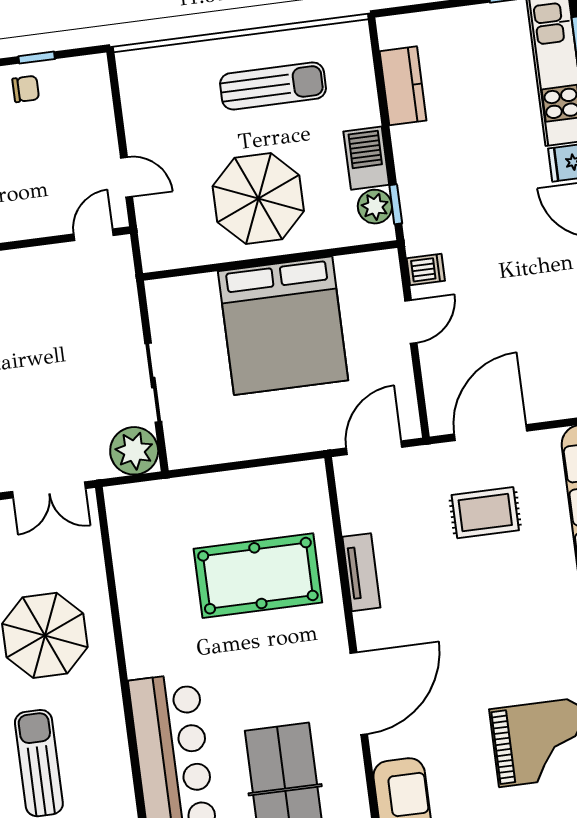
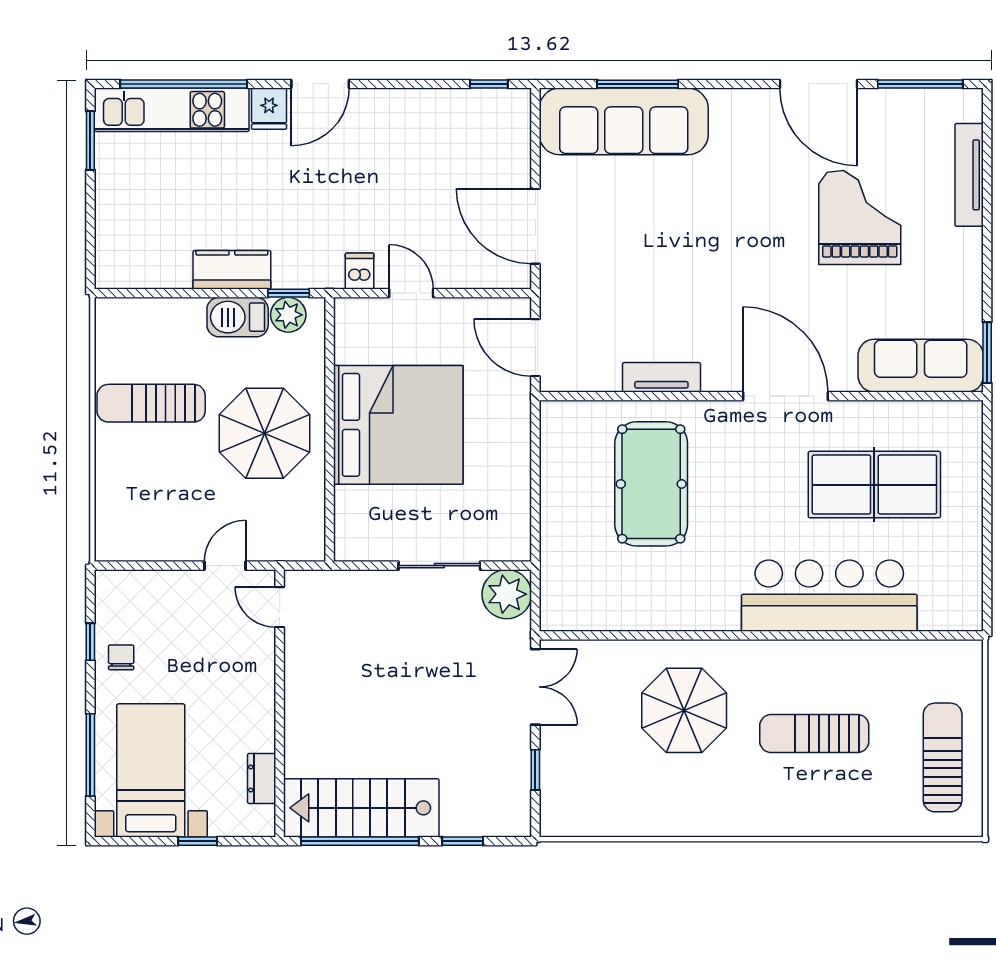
sun lounger: (273, 86) -> (151, 403), turned -90
kitchen counter: (403, 86) -> (232, 270), moved
rug: (485, 513) -> (617, 242), removed

